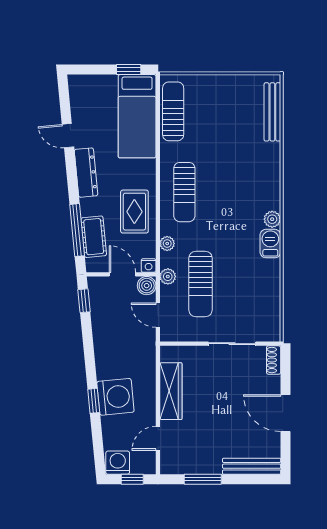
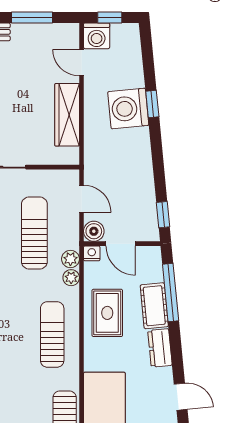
dresser: (86, 173) -> (160, 348), width x0.70
cot: (94, 237) -> (154, 306), moved
plant: (168, 276) -> (70, 259), moved
door: (158, 438) -> (81, 63), swing flipped
washing machine: (118, 463) -> (97, 36), moved

